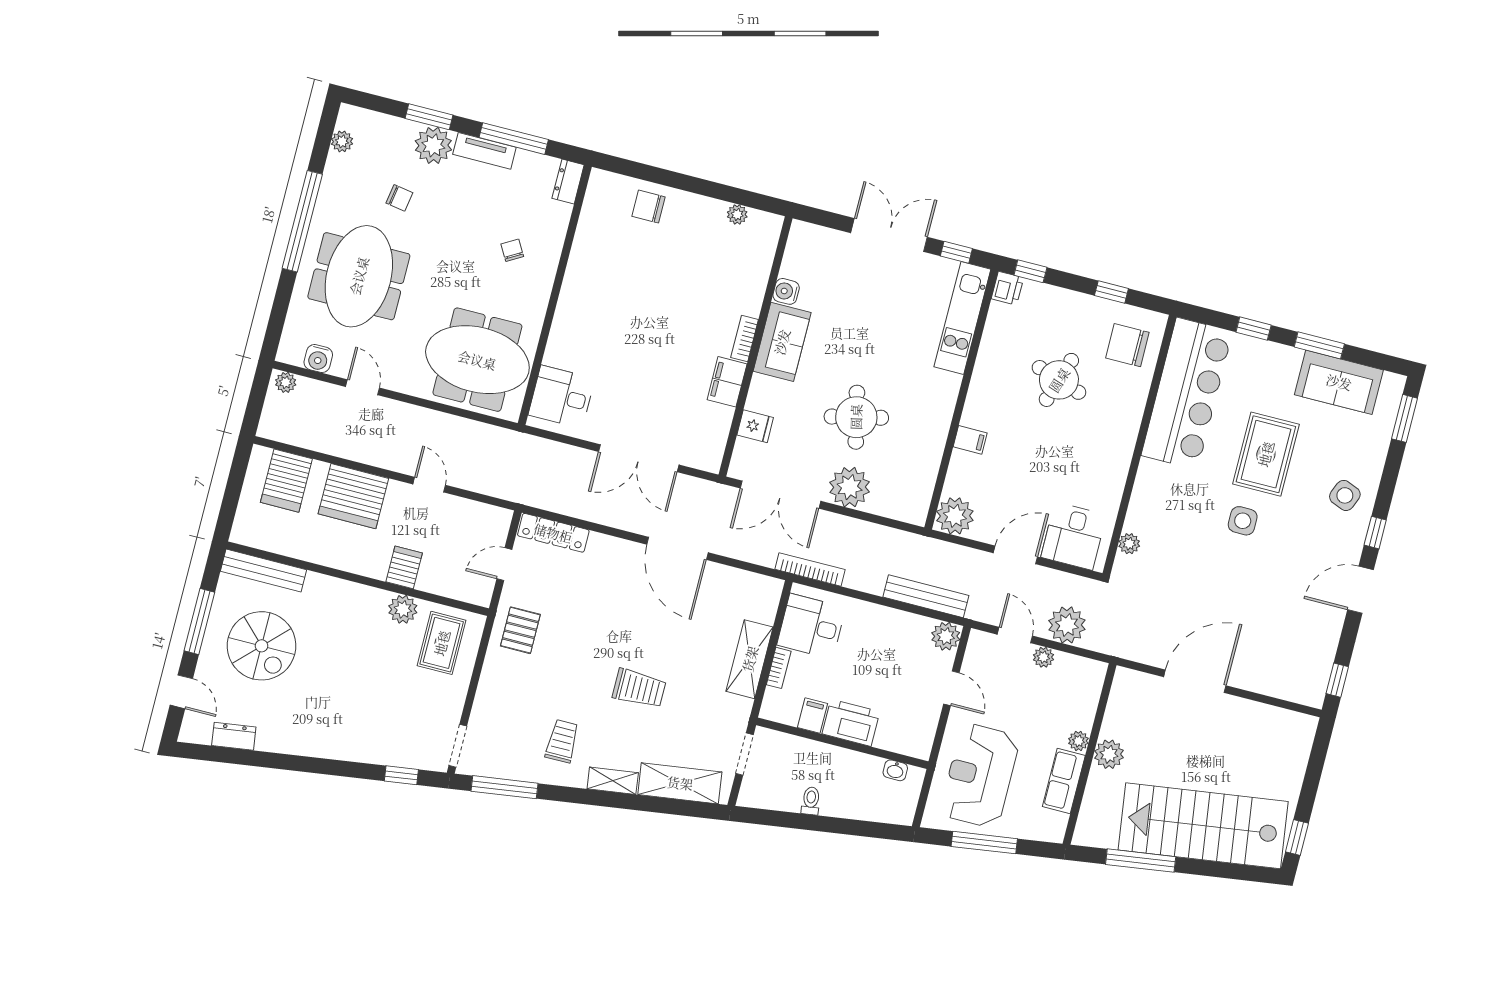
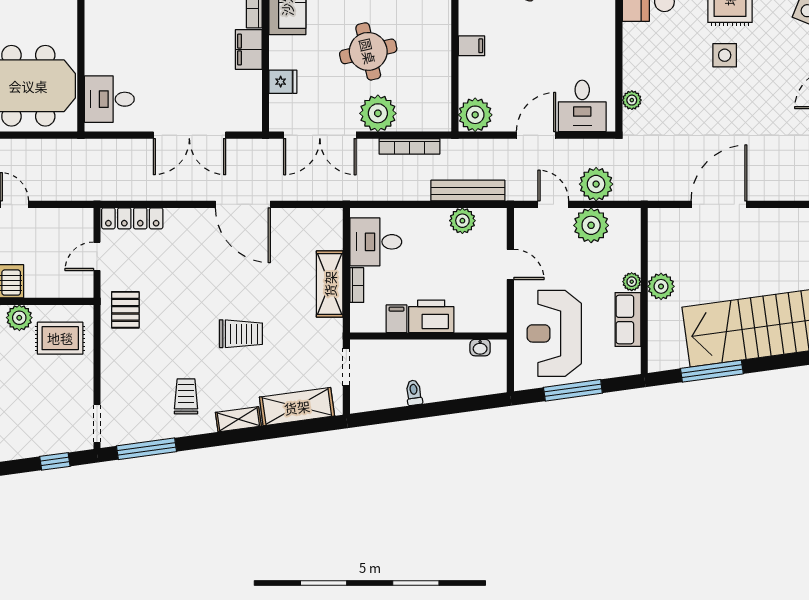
bookcase: (810, 569) -> (409, 146), moved, turned 180
plant: (946, 636) -> (462, 221), moved
rug: (442, 643) -> (60, 338), turned 90
plant: (1043, 657) -> (591, 225), width x1.87, depth x1.87

